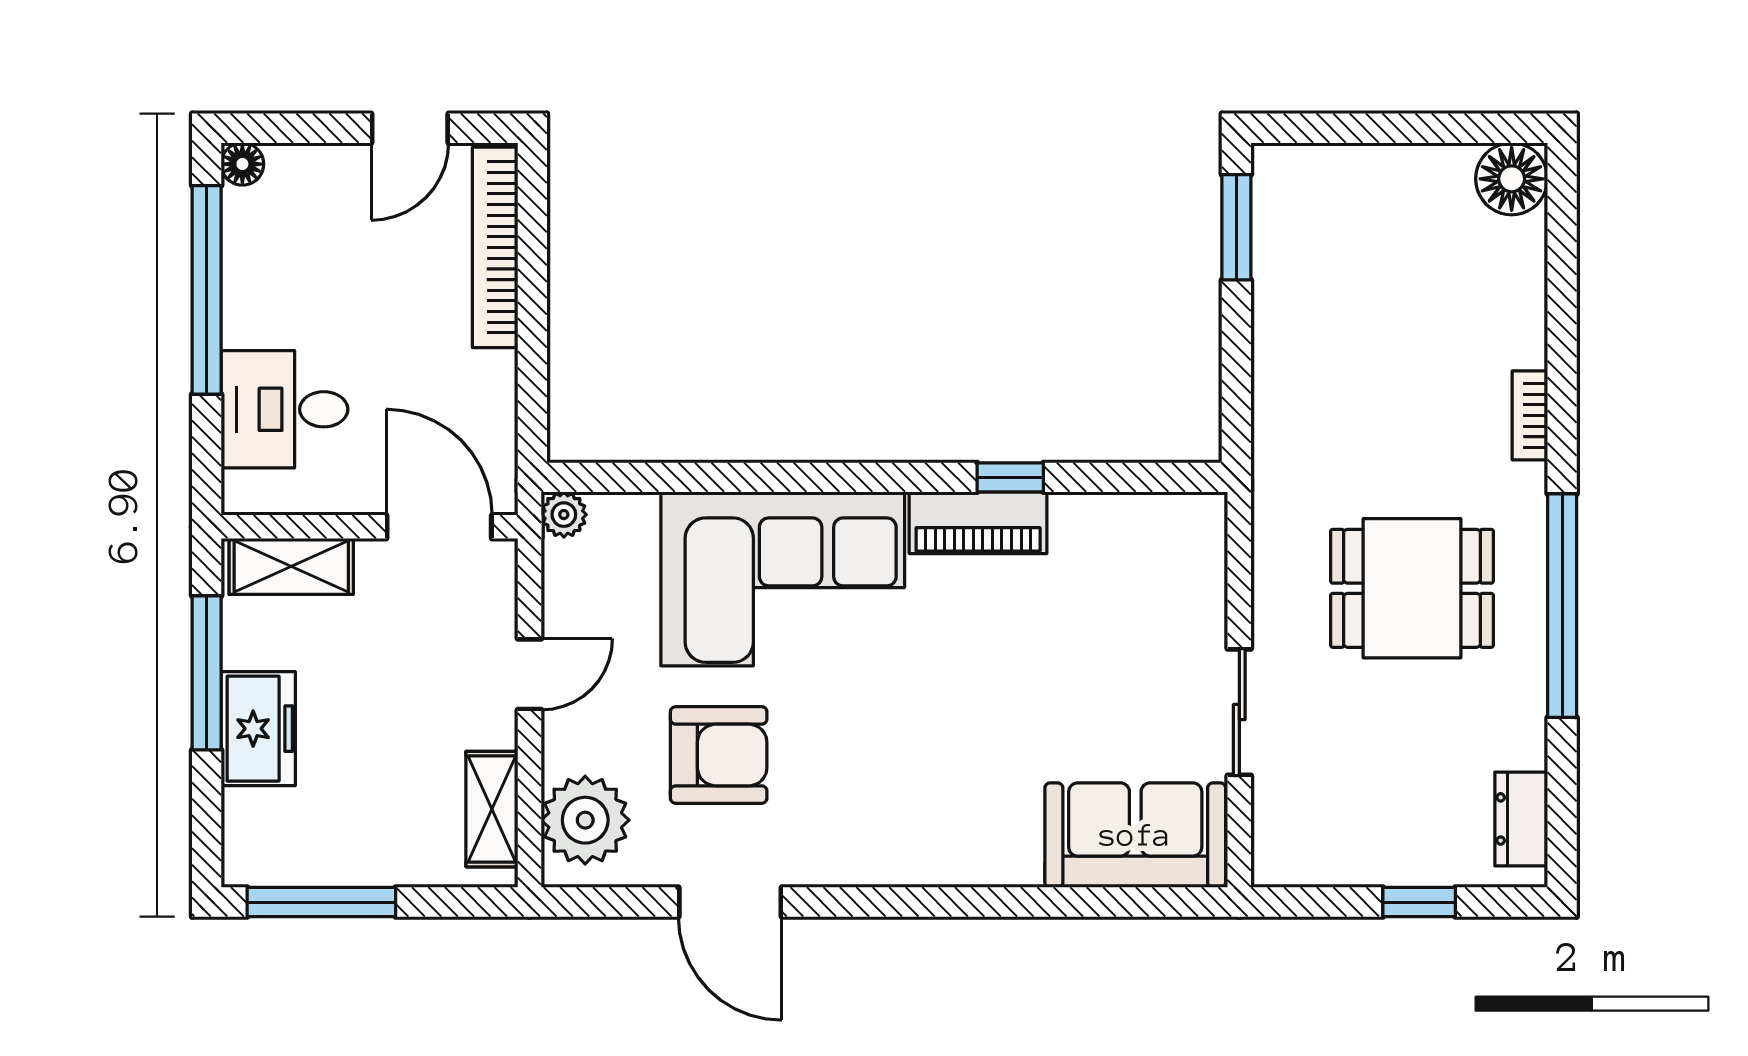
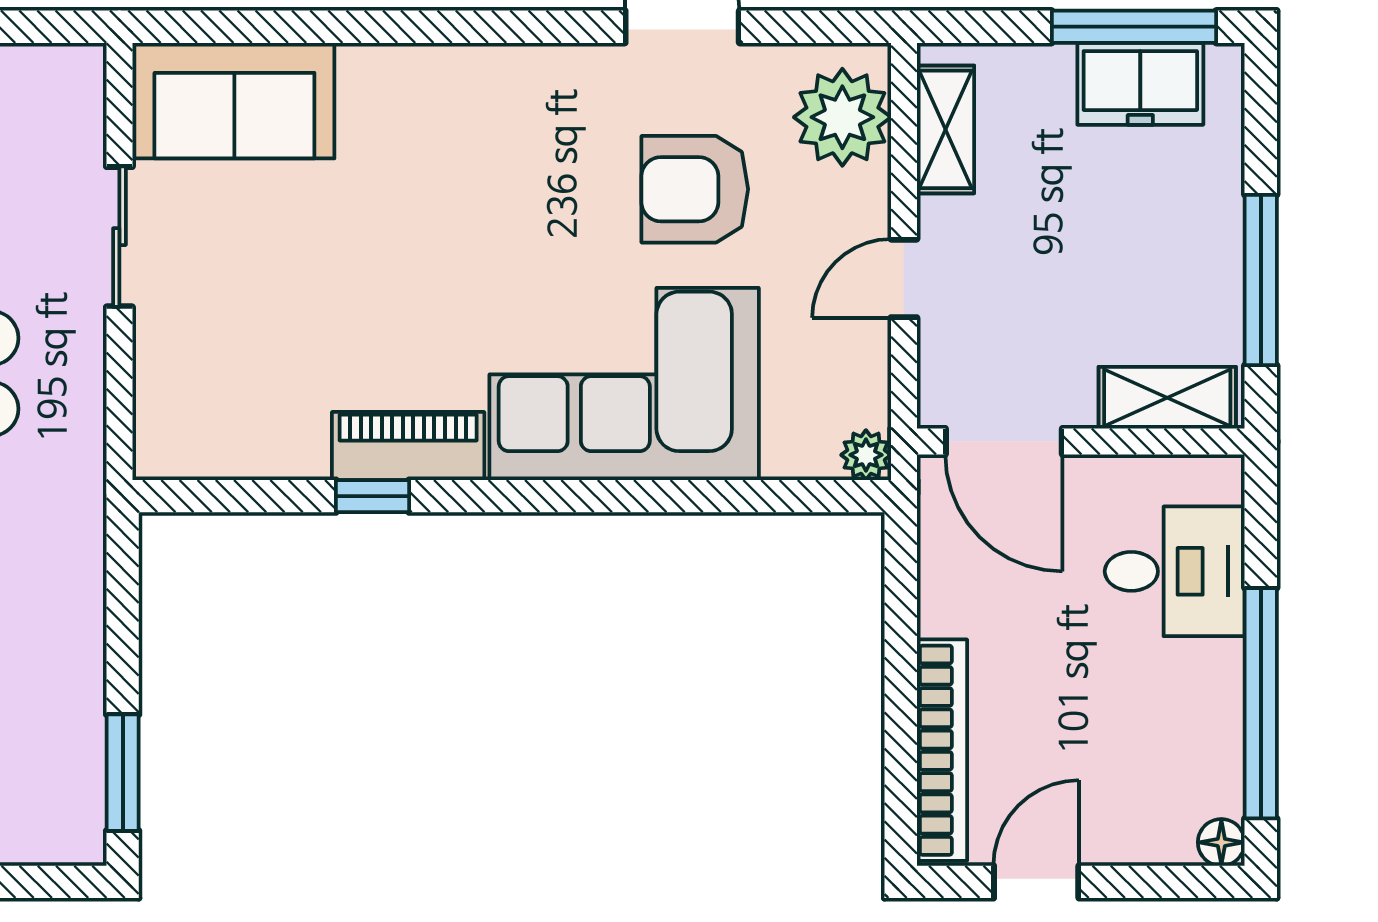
freezer: (258, 729) -> (1140, 84), moved, turned -90

